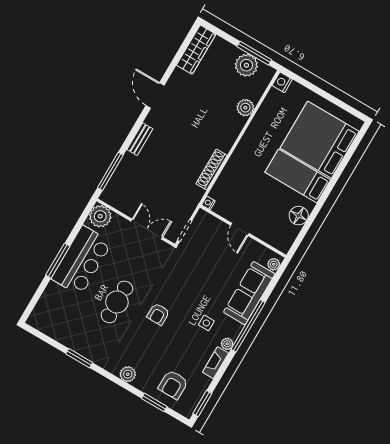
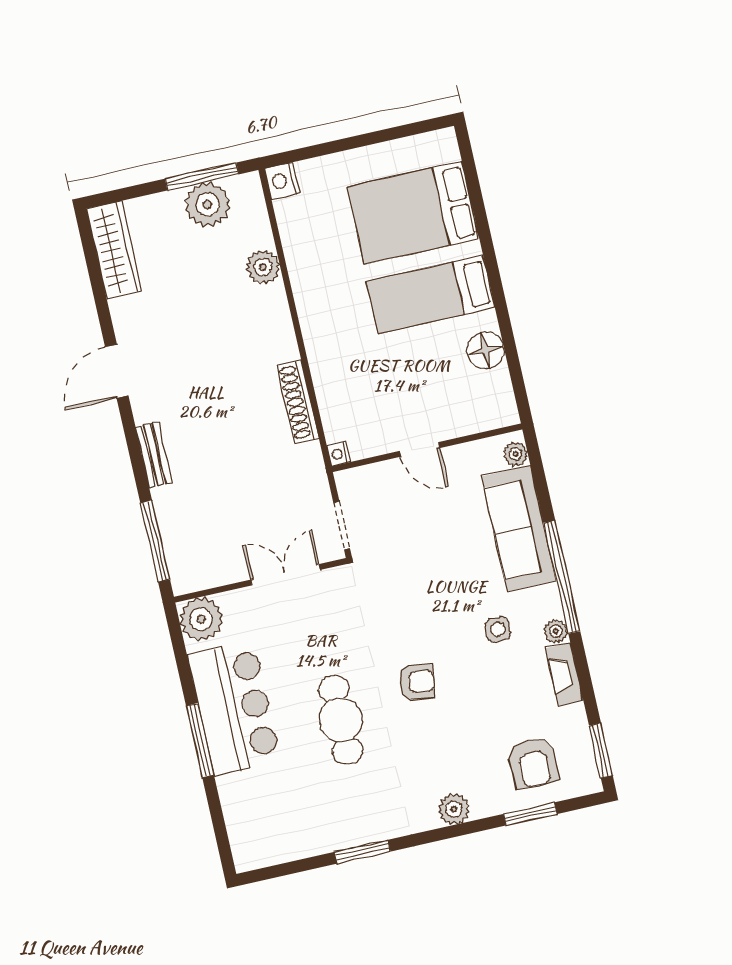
door: (155, 95) -> (117, 371), hinge flipped
bed: (320, 140) -> (413, 213), width x0.73
armchair: (158, 314) -> (417, 682), turned -81

